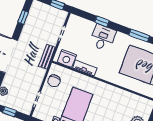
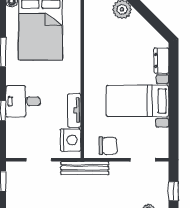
bench: (47, 57) -> (85, 168), width x1.36

